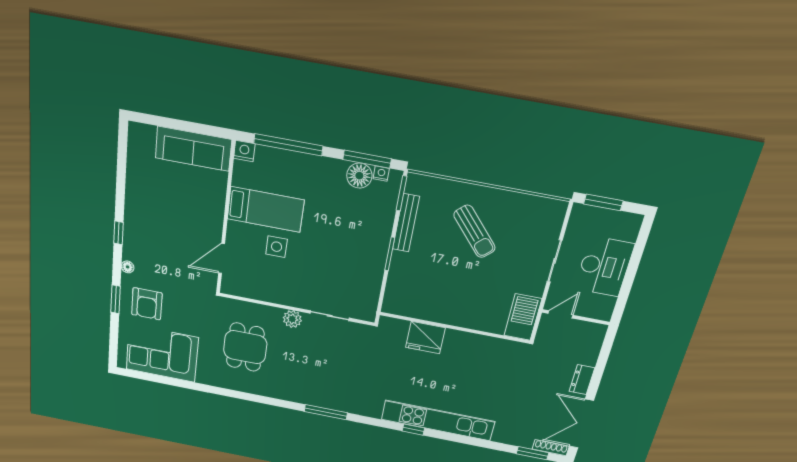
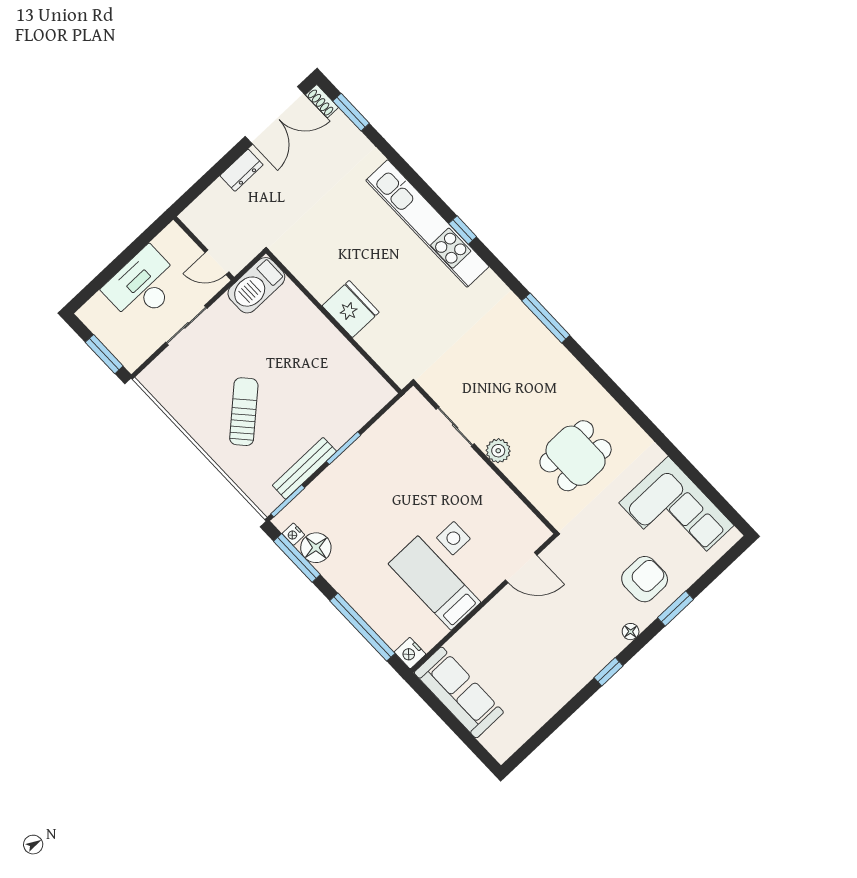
fridge: (425, 338) -> (351, 309), moved
shoe rack: (551, 448) -> (322, 101), width x0.70

